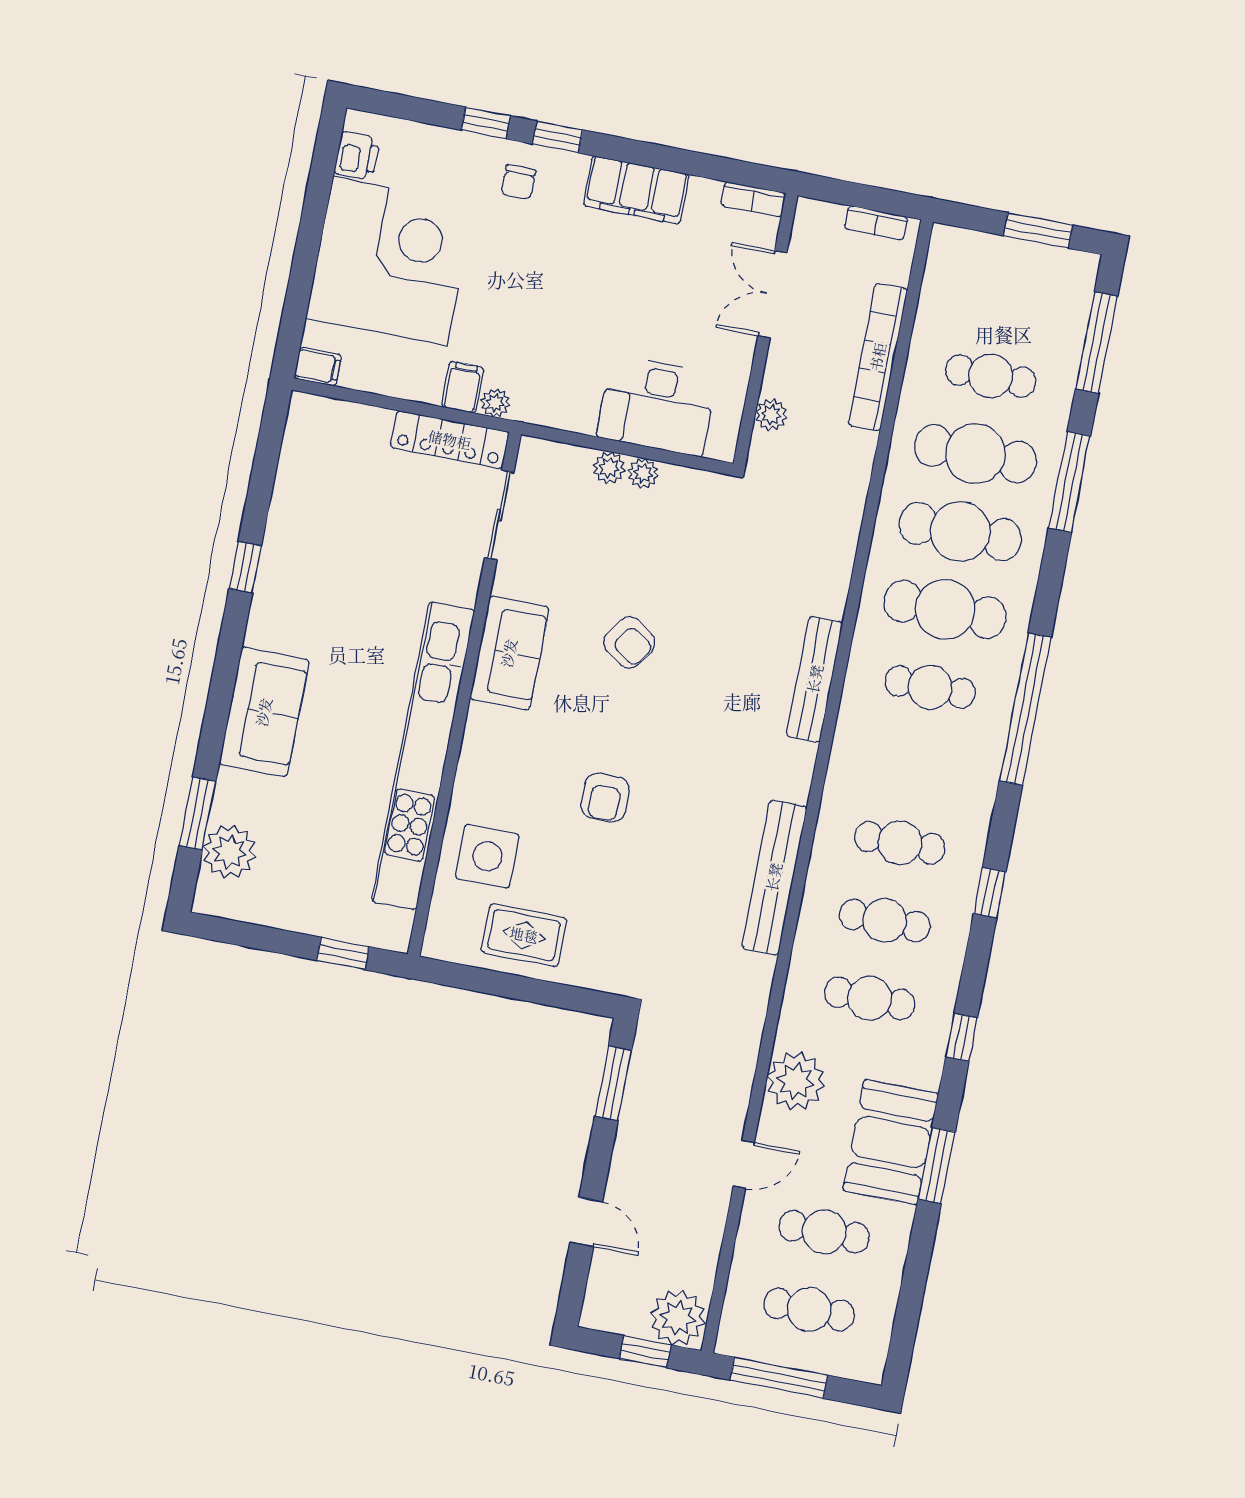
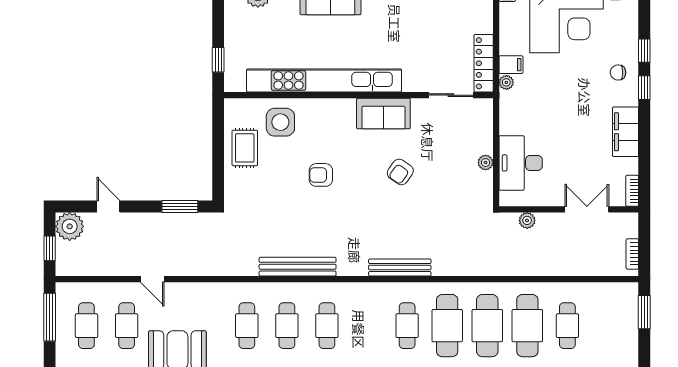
window: (1038, 230) -> (644, 312), moved
bookcase: (878, 357) -> (566, 268), removed
plant: (609, 468) -> (485, 145), removed
plant: (796, 1081) -> (199, 297), removed
door: (586, 1222) -> (108, 206), swing flipped
plant: (678, 1318) -> (70, 226), moved

